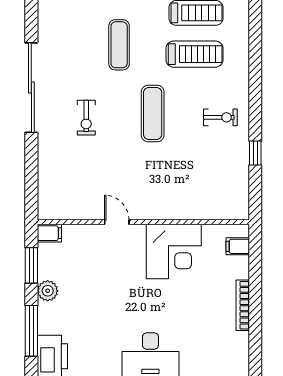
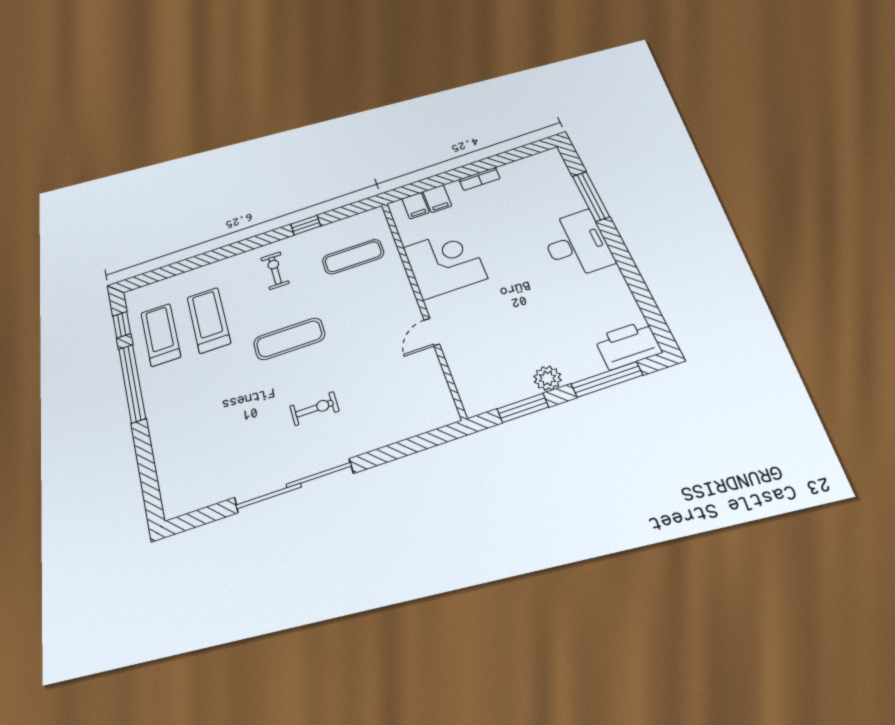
exercise mat: (119, 45) -> (353, 257), moved
filing cabinet: (49, 233) -> (437, 199), moved, turned 180
bookcase: (243, 305) -> (480, 179), width x0.64

